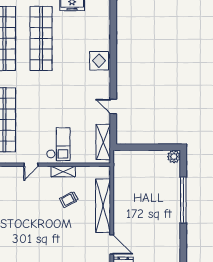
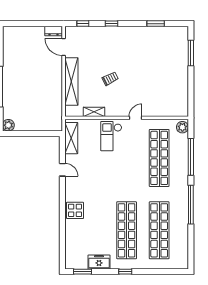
shelving: (63, 172) -> (94, 112), moved
trolley: (69, 199) -> (110, 79), moved

